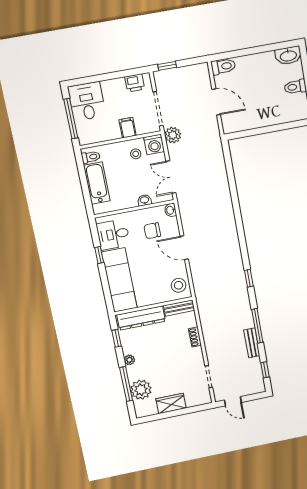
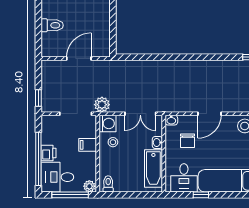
toilet: (223, 66) -> (52, 25), moved, turned 90
window: (102, 77) -> (38, 159), added
printer: (135, 83) -> (49, 153), moved
plant: (84, 137) -> (89, 186), added
bathtub: (97, 183) -> (153, 169), moved, turned -90

